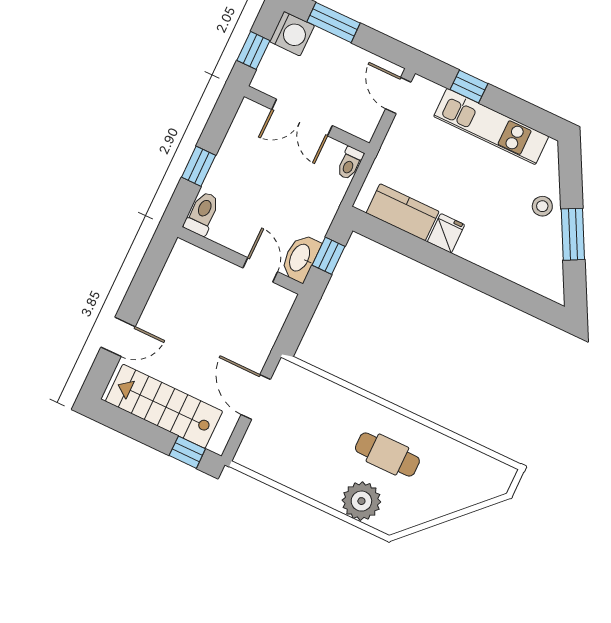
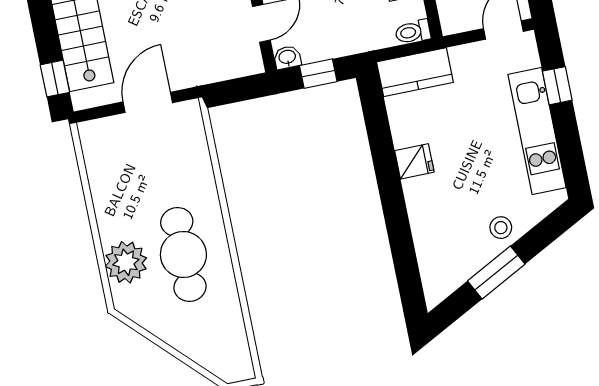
kitchen counter: (403, 212) -> (415, 72), moved, turned 90
washbasin: (300, 258) -> (287, 57), width x0.52, depth x0.69
cafe table: (387, 454) -> (183, 254), width x1.37, depth x1.35

